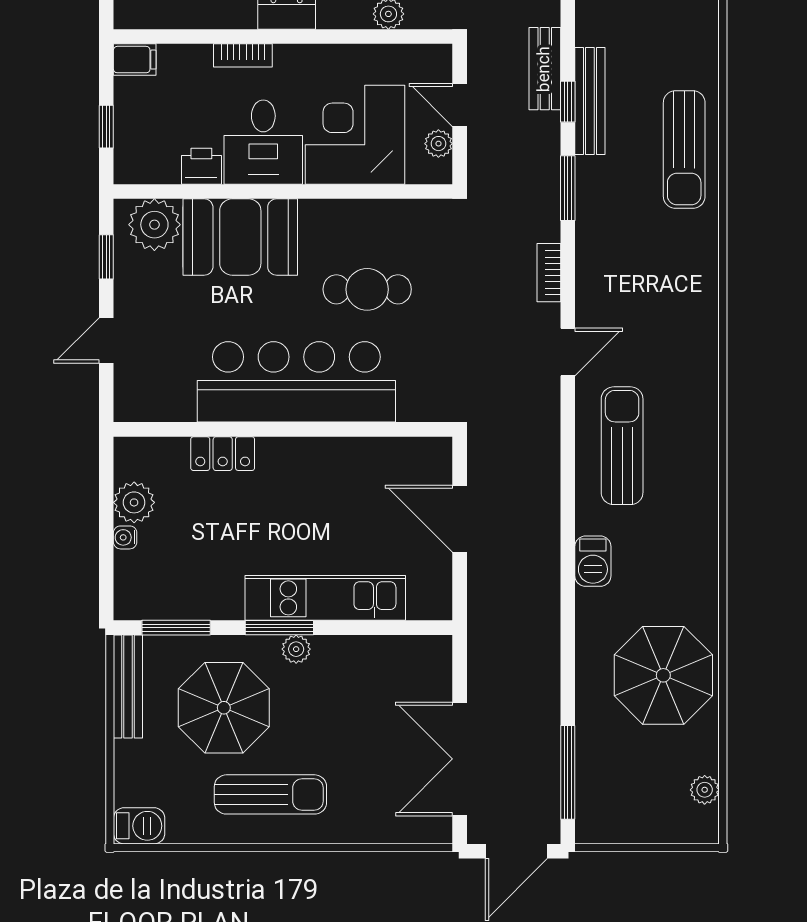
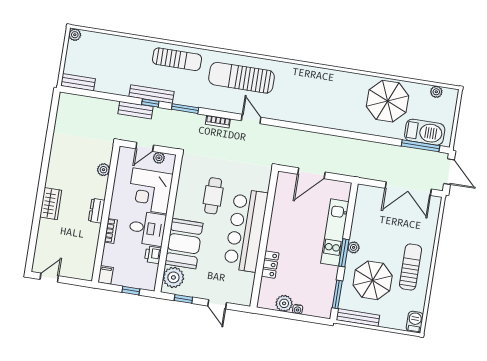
sun lounger: (622, 446) -> (242, 78), moved, width x1.36, depth x1.34
barbecue: (593, 561) -> (425, 132), moved, width x1.88, depth x1.53

